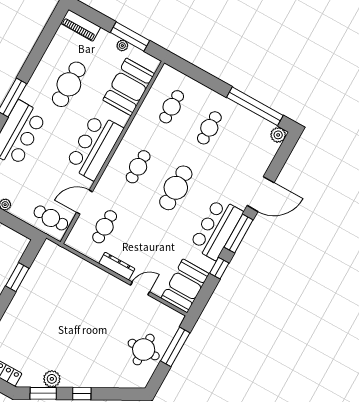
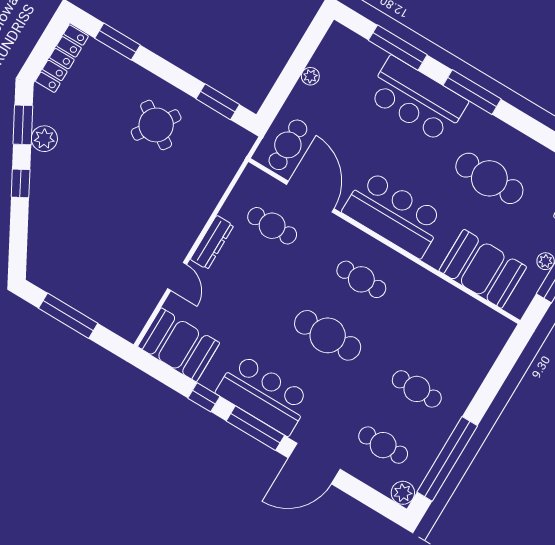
cafe table: (172, 107) -> (383, 445), moved
door: (261, 194) -> (314, 463), hinge flipped
door: (85, 202) -> (310, 197), width x1.36
window: (17, 277) -> (218, 102), moved
window: (175, 347) -> (68, 316), moved
round table: (144, 350) -> (156, 125), moved, turned 34

